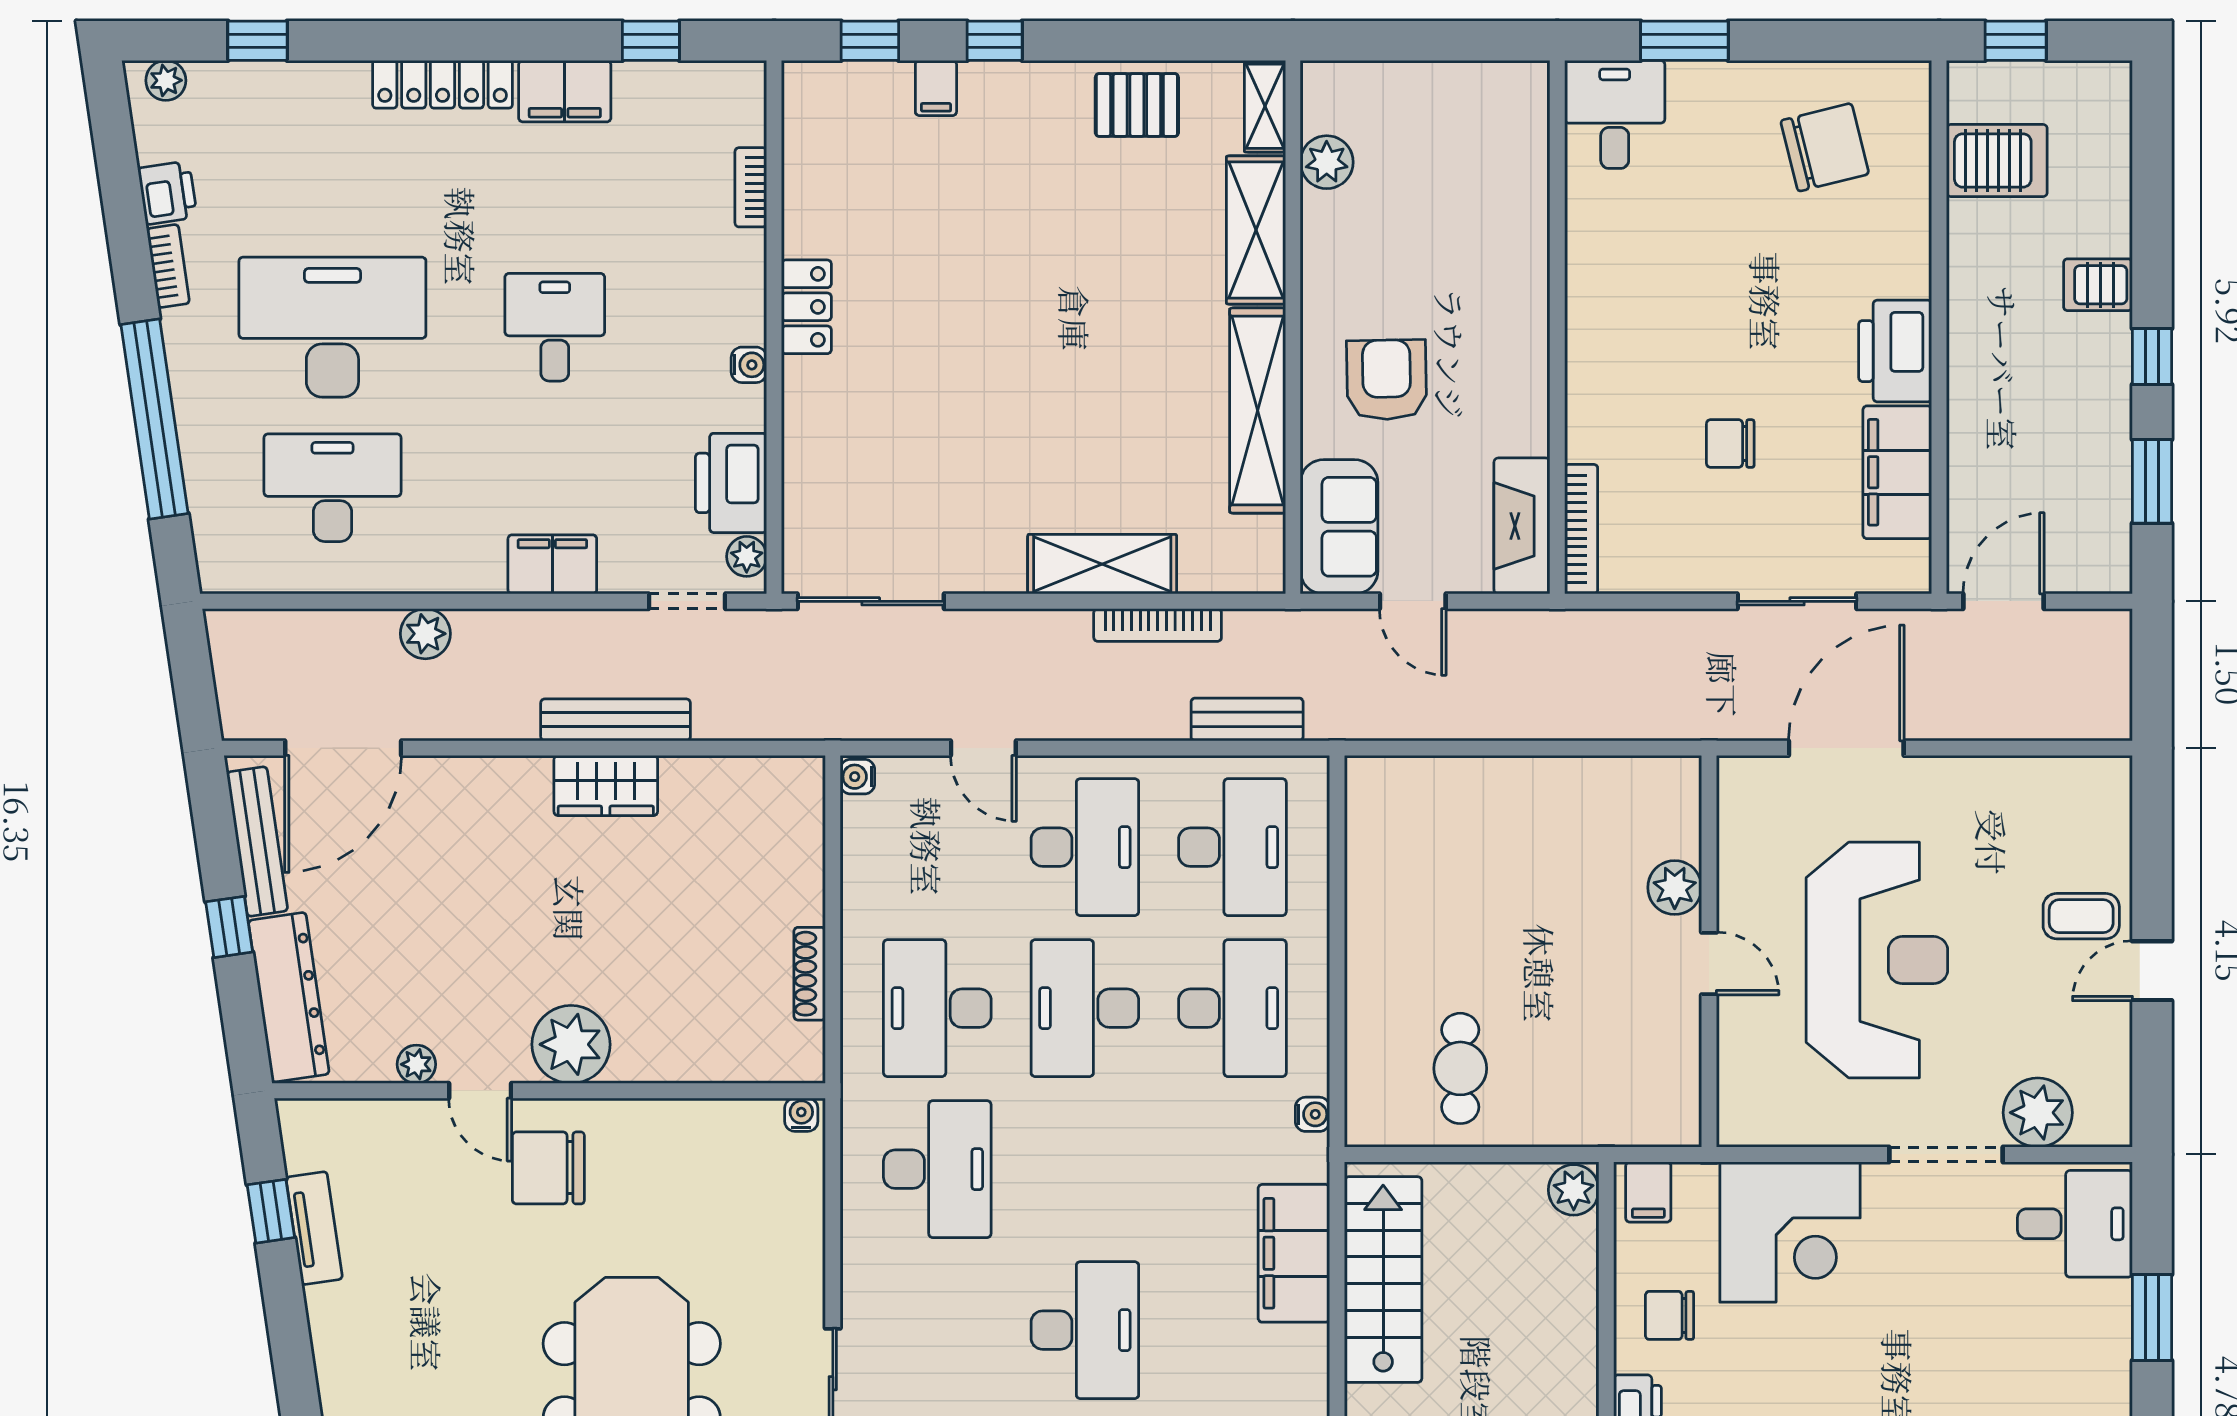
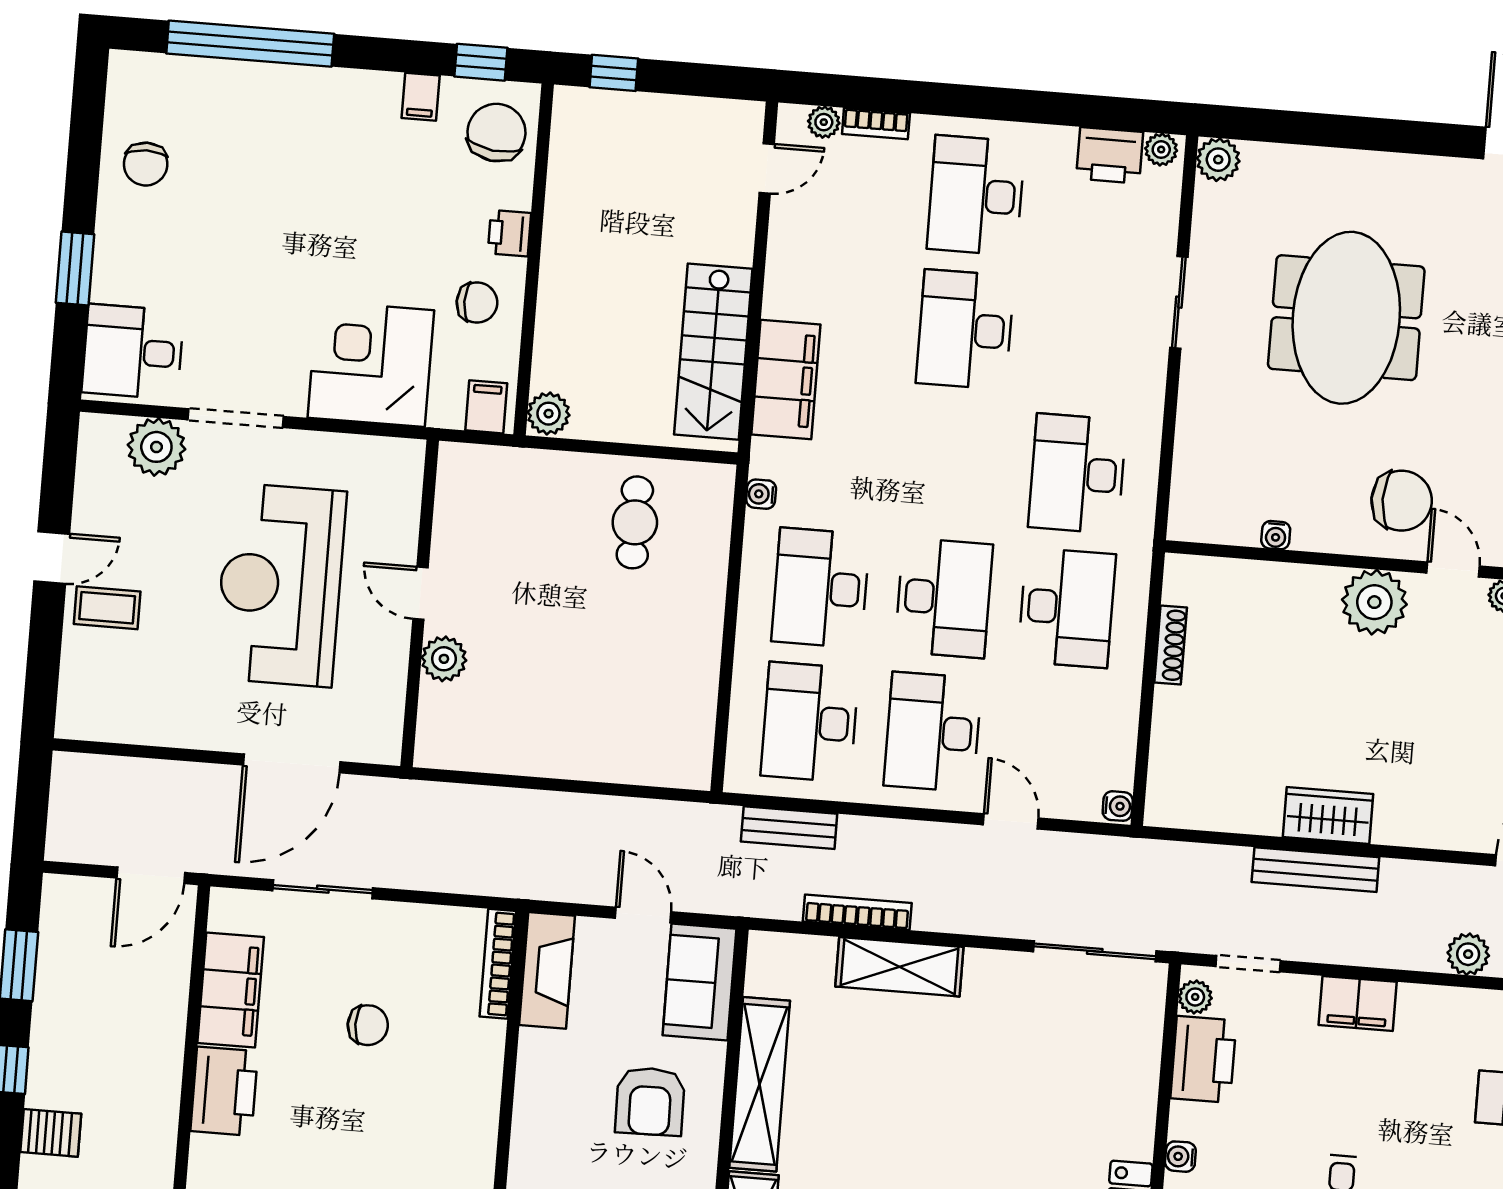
water cooler: (801, 1115) -> (1276, 535), moved

